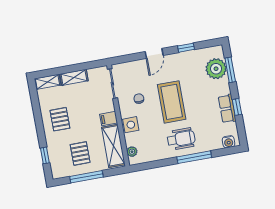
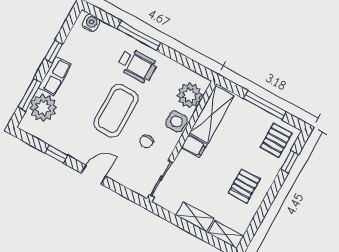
row of seats: (227, 109) -> (55, 76), moved
wheelchair: (181, 139) -> (137, 65), turned 180
plant: (132, 152) -> (190, 95), width x1.88, depth x1.88
pallet: (80, 153) -> (276, 140), moved

